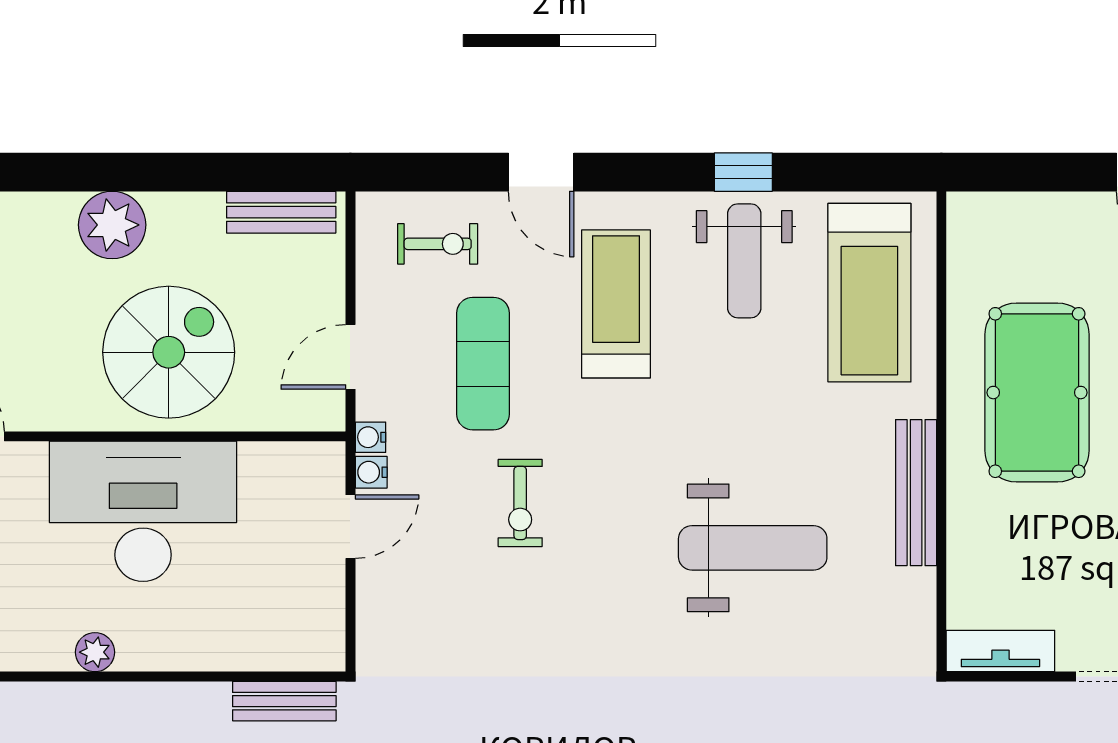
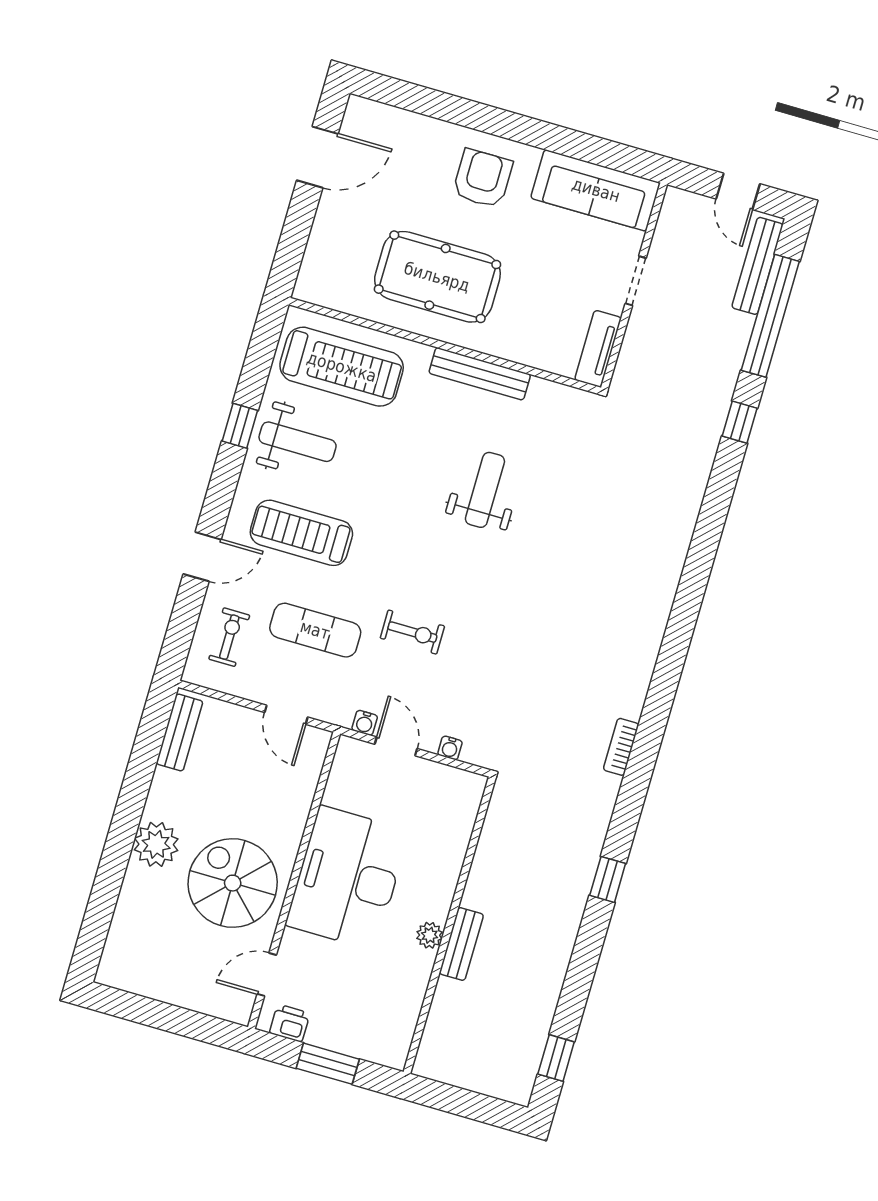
spiral stairs: (169, 352) -> (233, 883), moved
water cooler: (370, 437) -> (450, 748), moved
weight bench: (753, 548) -> (485, 490), width x0.73, depth x0.75
bench: (284, 701) -> (461, 944), moved

